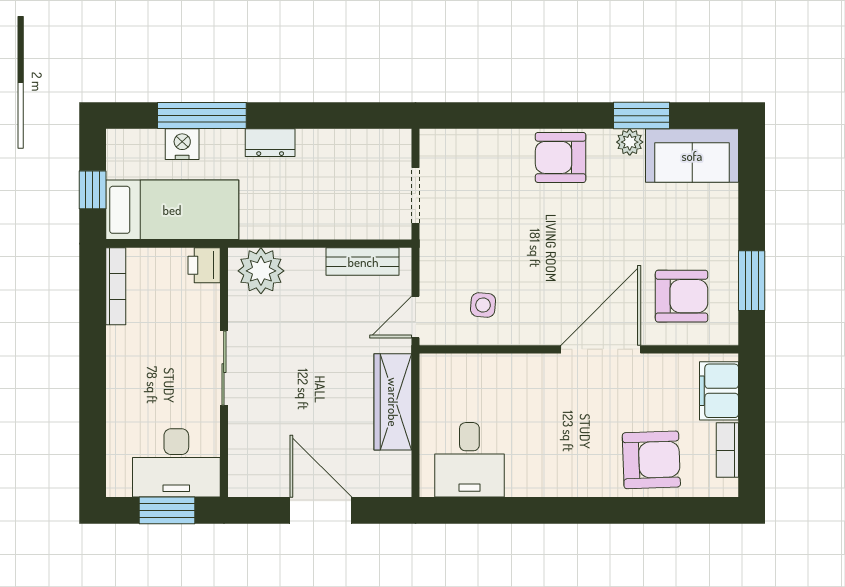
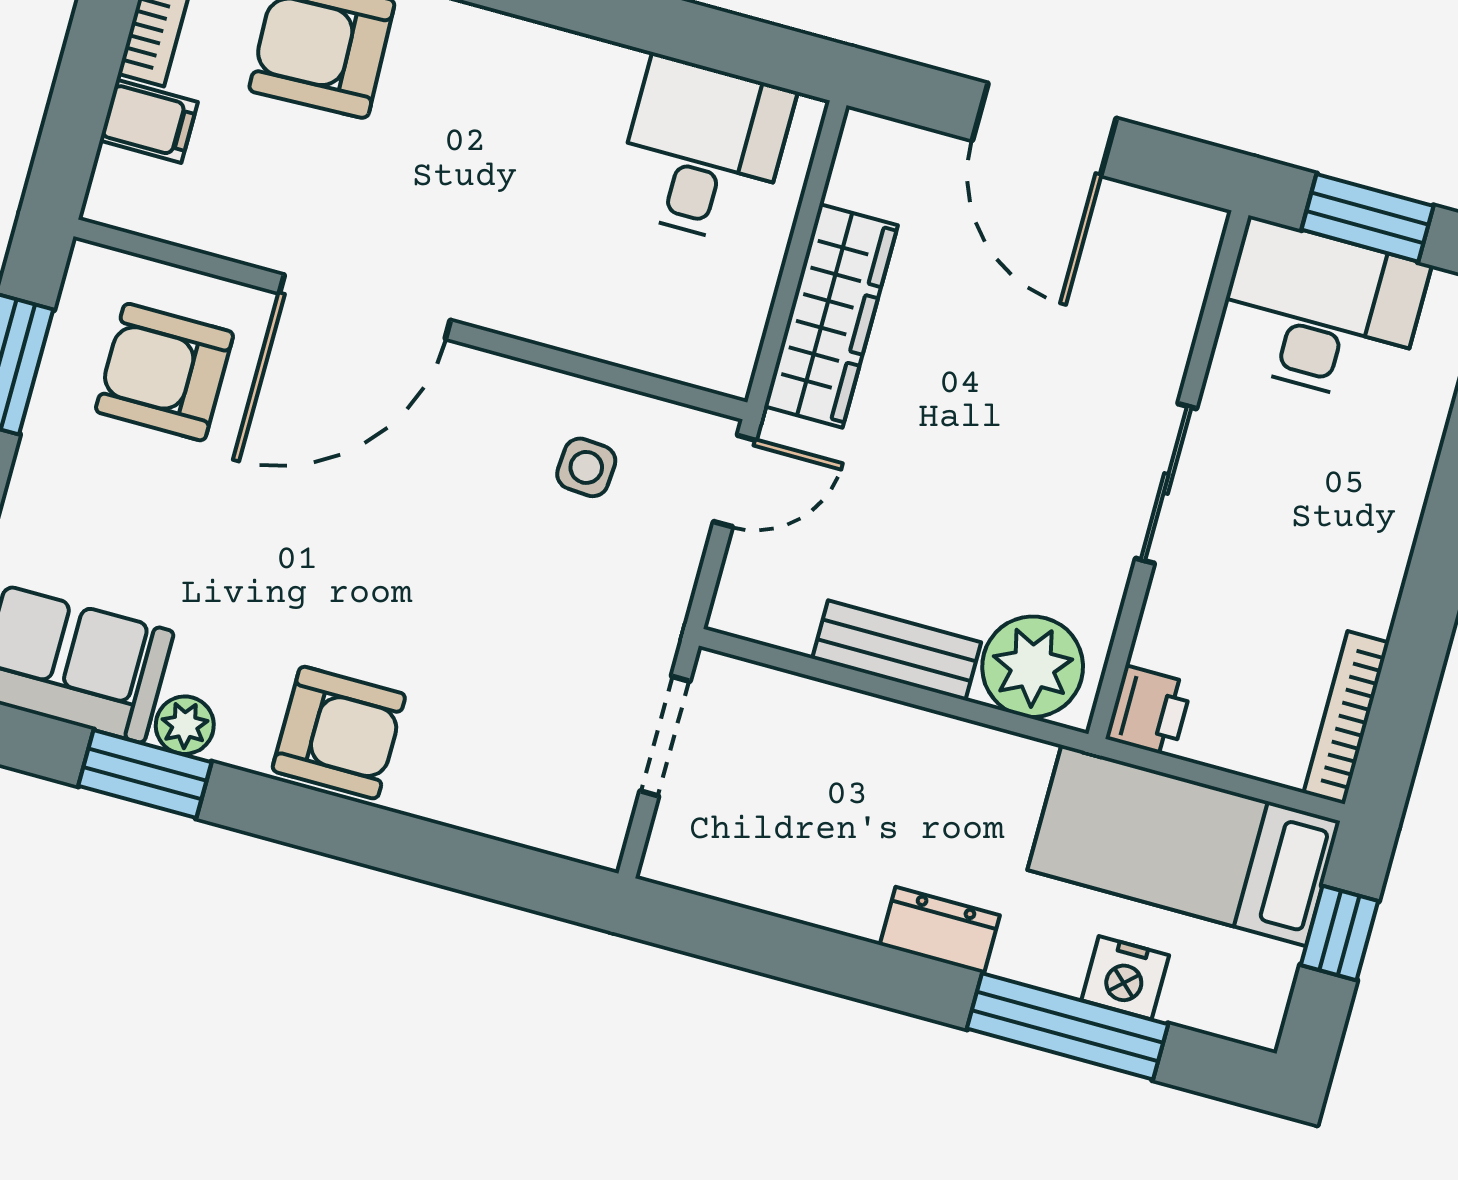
bench: (363, 262) -> (897, 650), moved
filing cabinet: (719, 391) -> (149, 121), width x0.50

